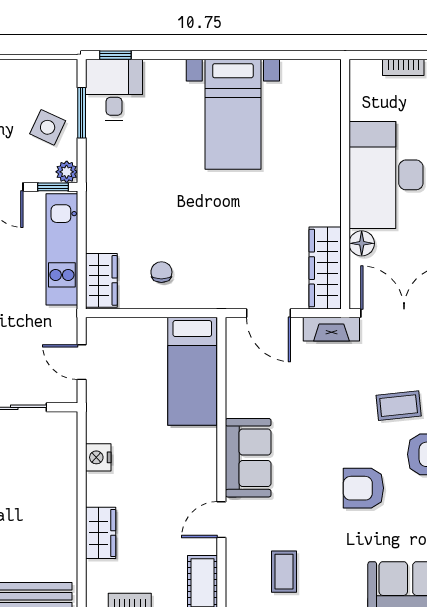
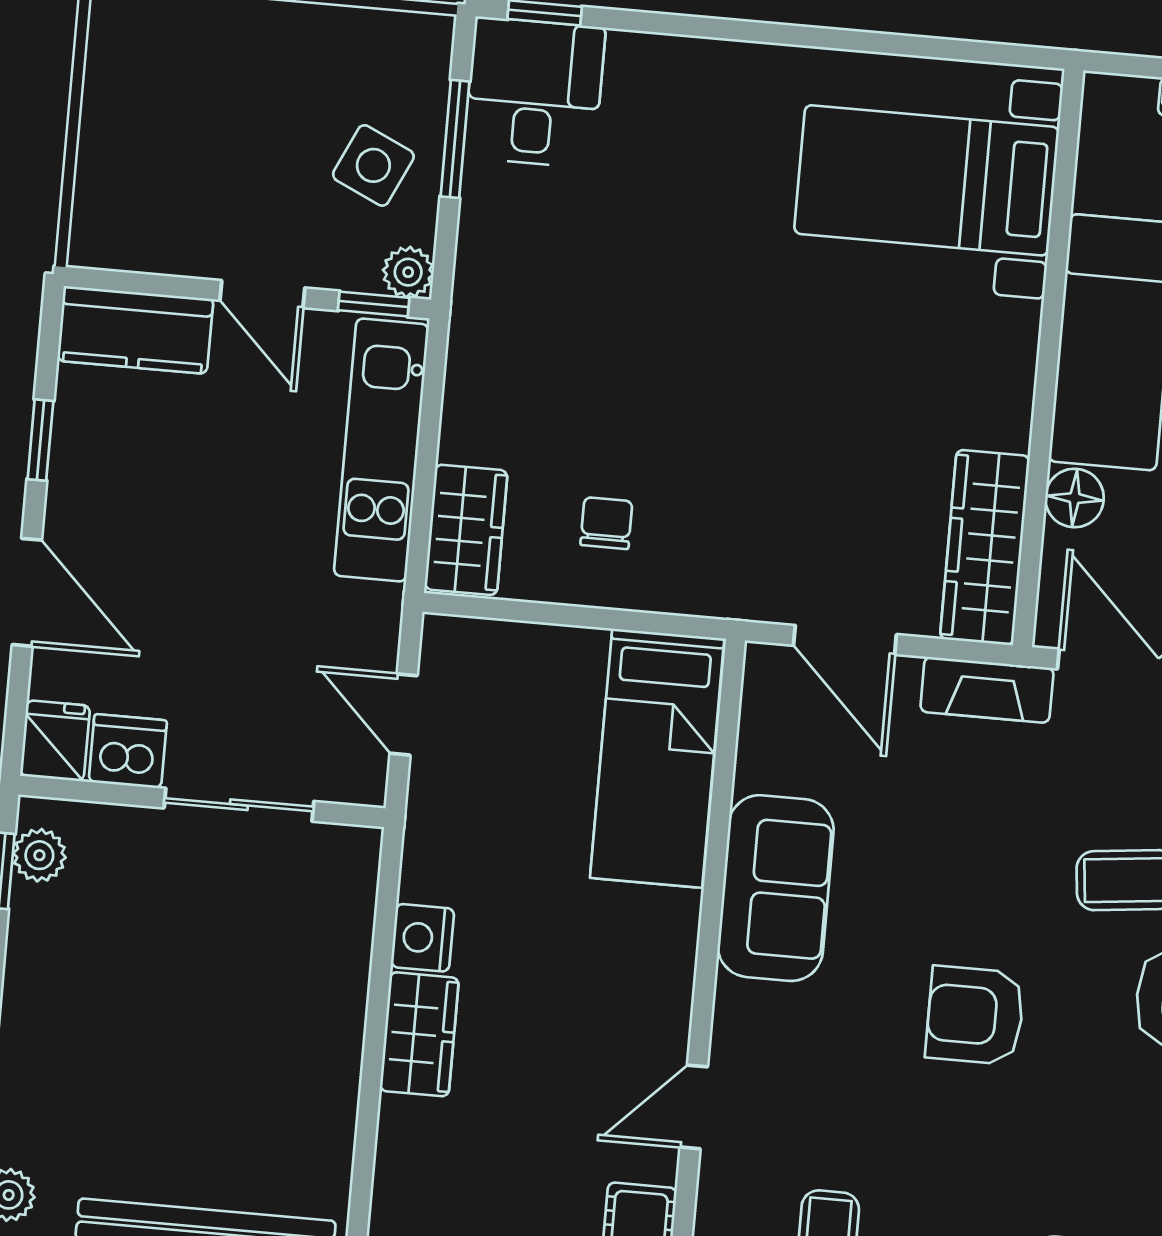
bed with nightstands: (233, 114) -> (927, 180), moved, turned 90
sofa: (248, 458) -> (776, 888), moved
armchair: (363, 488) -> (975, 1015), moved
wardrobe: (101, 533) -> (419, 1034), moved

